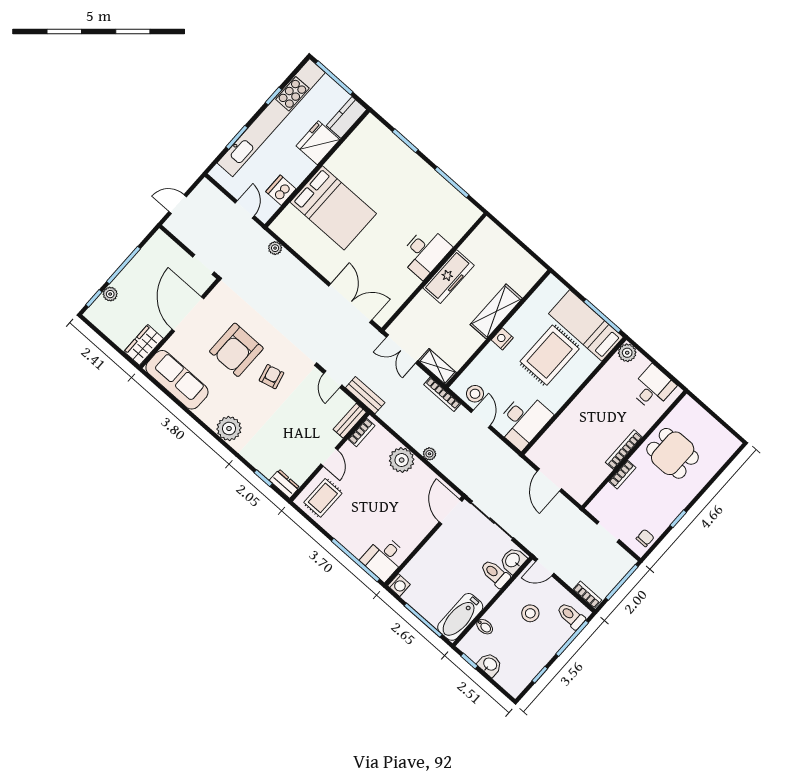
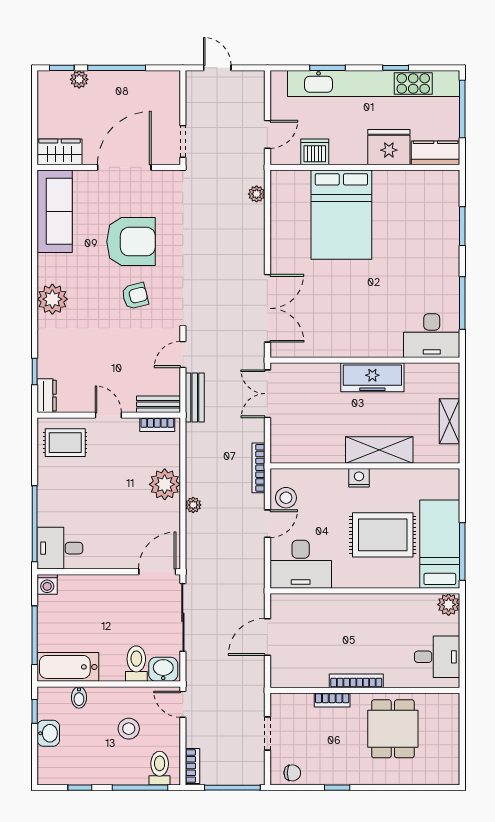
desk: (425, 252) -> (432, 336), moved
armchair: (236, 350) -> (131, 242), turned 180
shelving: (437, 367) -> (450, 421), moved
door: (329, 457) -> (108, 415), swing flipped

